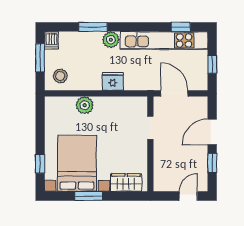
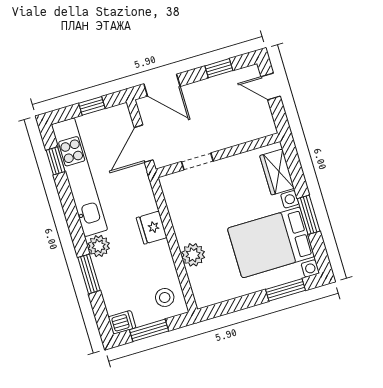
door: (212, 132) -> (162, 85), moved
window: (40, 164) -> (286, 290), width x1.50

